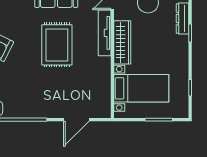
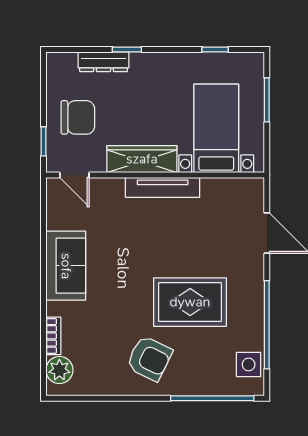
tv unit: (105, 33) -> (163, 187), moved
rug: (57, 45) -> (190, 302), moved

